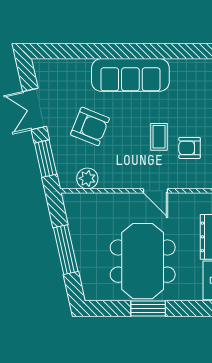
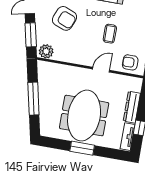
armchair: (190, 148) -> (130, 62), moved
plant: (87, 178) -> (46, 51), moved
door: (156, 191) -> (101, 70), swing flipped

